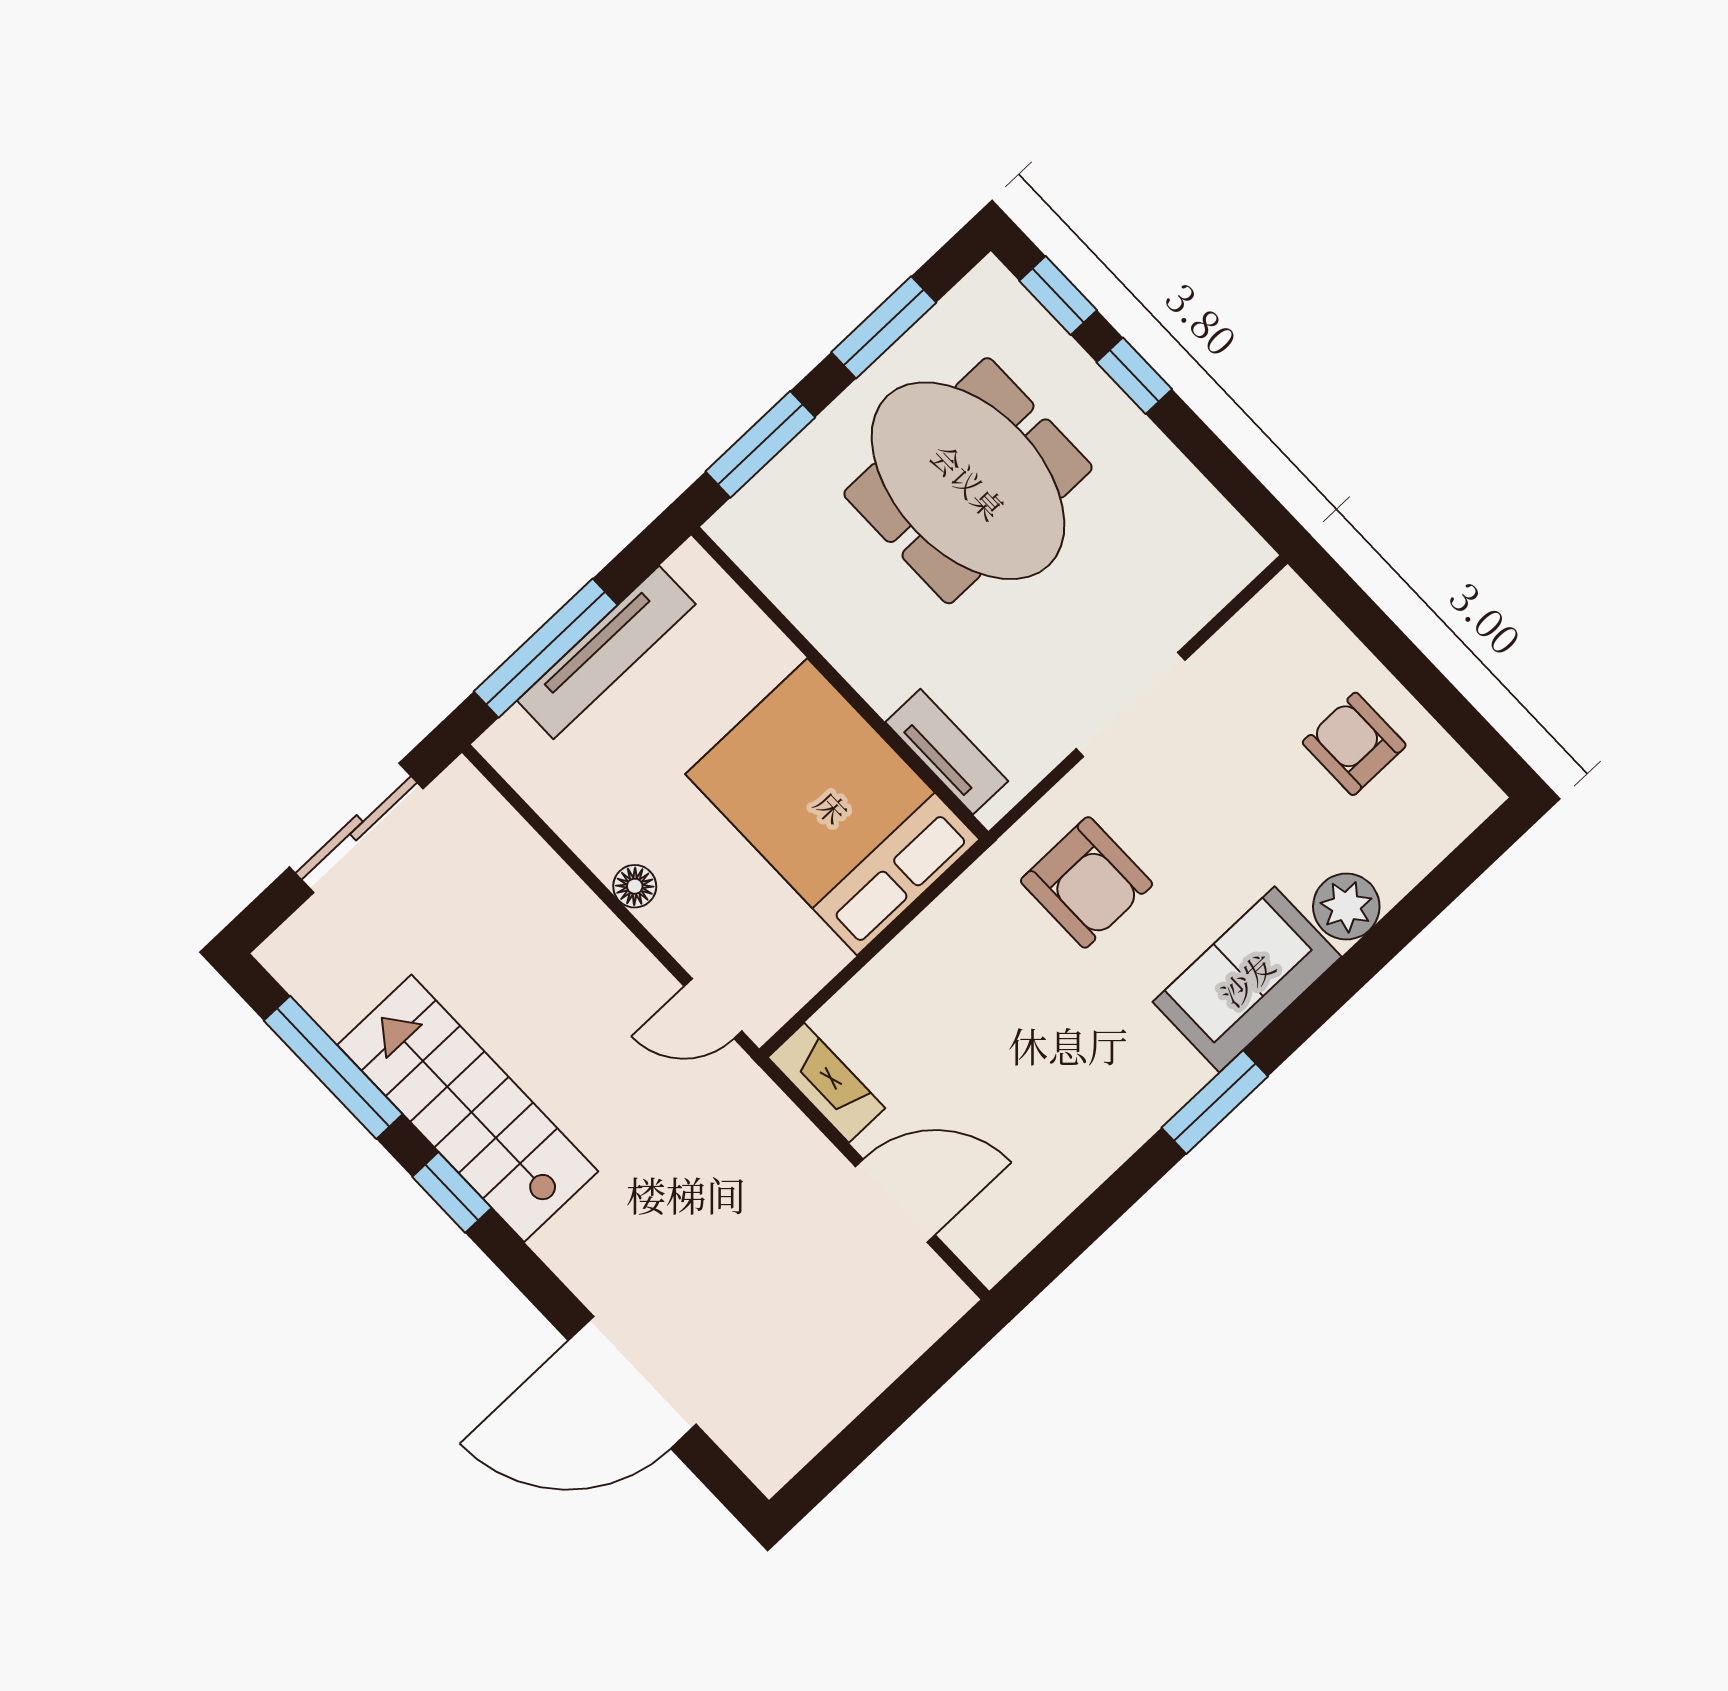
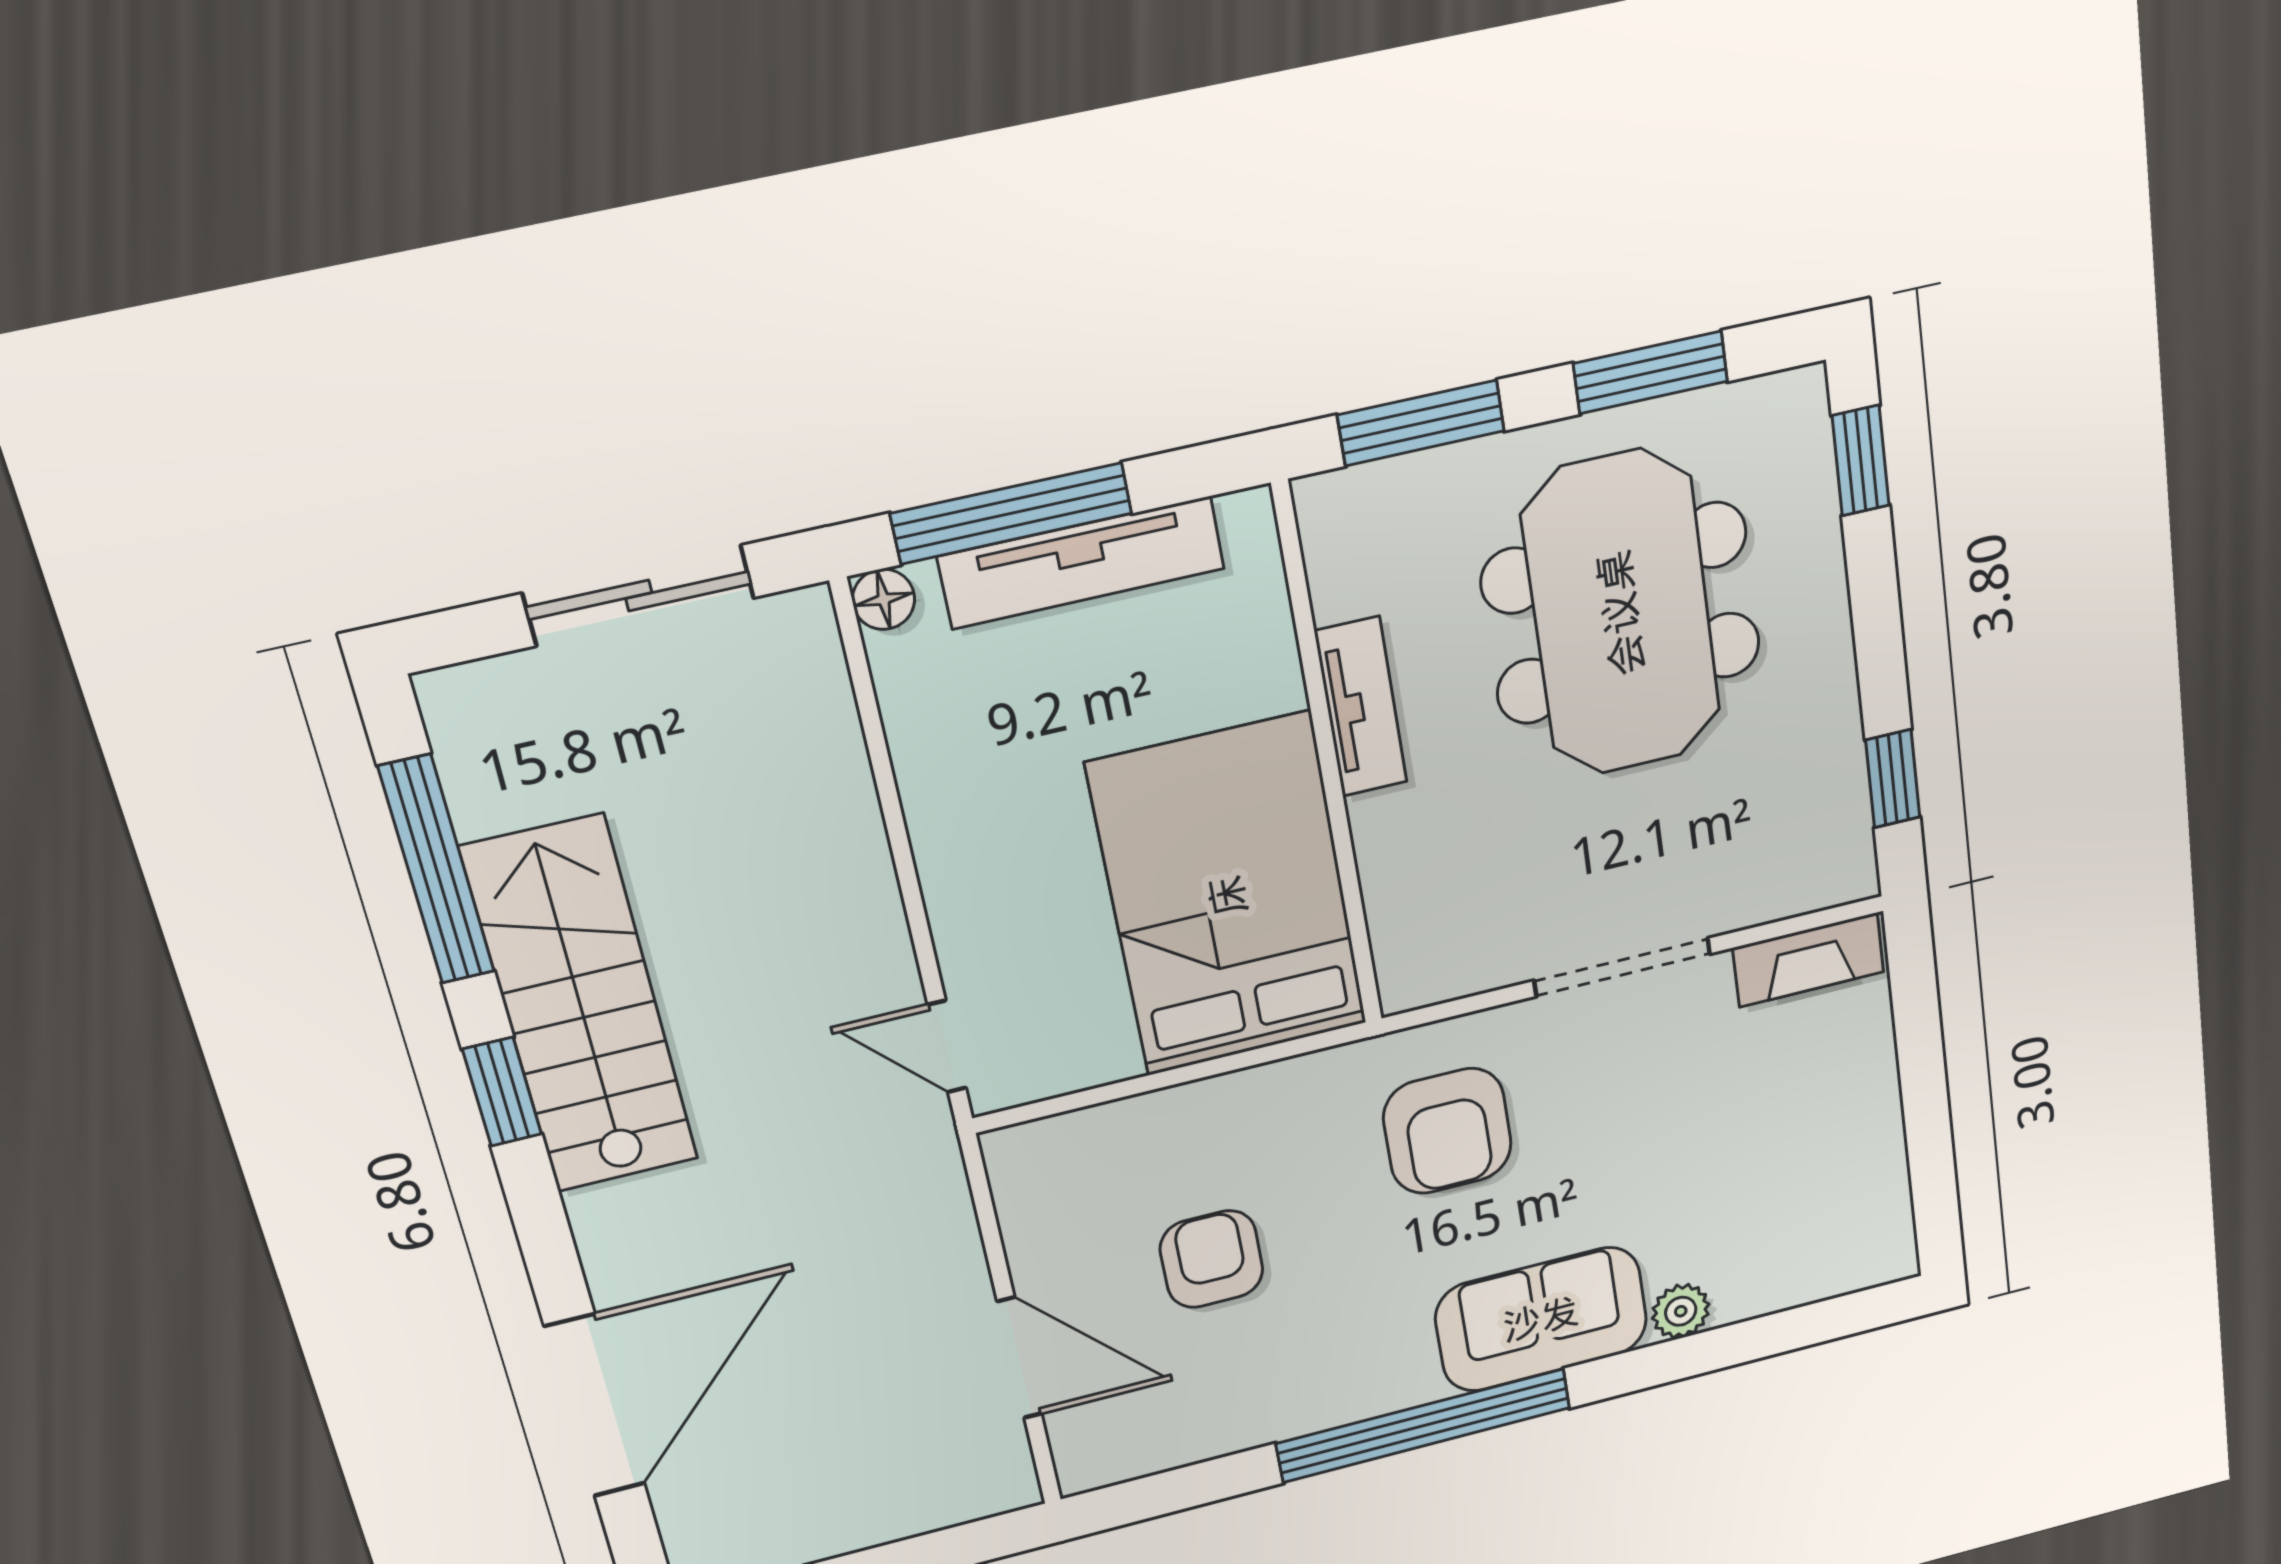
window: (1134, 376) -> (1893, 779), moved
armchair: (1354, 744) -> (1212, 1259), moved
tv unit: (947, 752) -> (1361, 707), moved
floor lamp: (635, 886) -> (884, 599), moved
plant: (1346, 907) -> (1681, 1311), width x0.73, depth x0.73
fireplace: (827, 1083) -> (1808, 960), moved, turned 90
window: (1215, 1102) -> (1424, 1426), width x2.11
door: (632, 1382) -> (595, 1406), swing flipped

